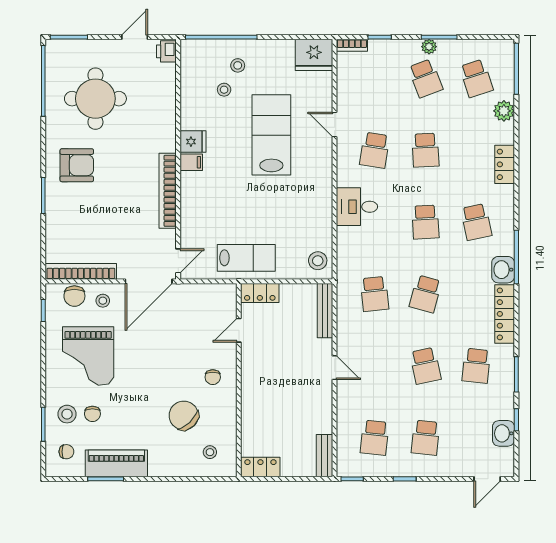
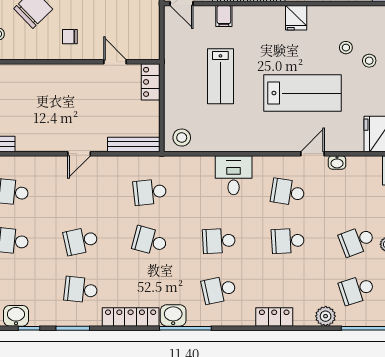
washbasin: (344, 99) -> (337, 162), added
filing cabinet: (191, 162) -> (224, 16), moved
lab bench: (246, 258) -> (220, 76), moved

